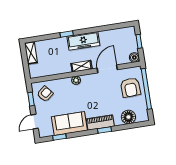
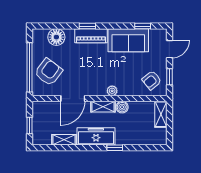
shelving: (109, 34) -> (64, 140), added
shelving: (31, 53) -> (161, 114), moved
boiler: (134, 57) -> (122, 107), moved
armchair: (130, 87) -> (48, 72), turned 39

